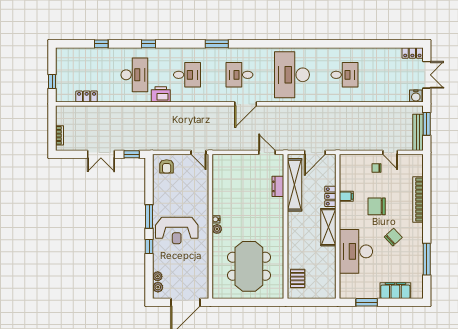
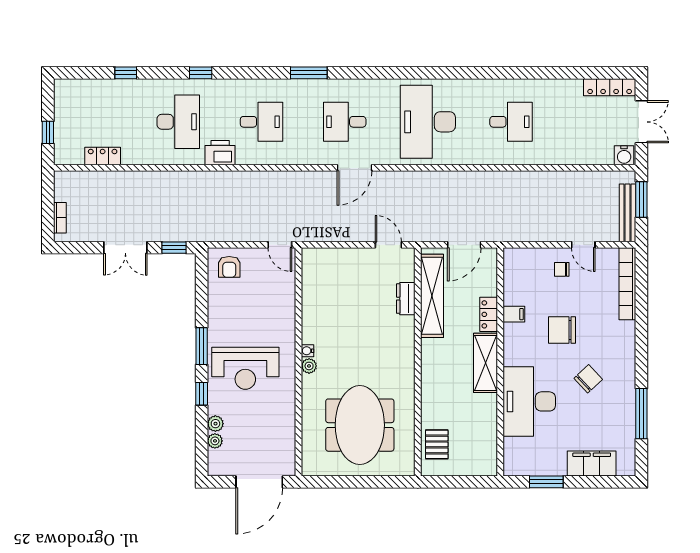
locker: (412, 53) -> (610, 87), width x1.53
bookcase: (418, 200) -> (627, 284), moved
plant: (158, 287) -> (215, 424), moved

